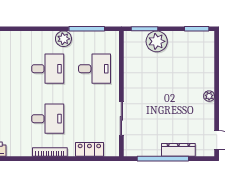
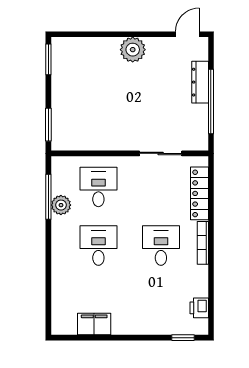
plant: (63, 39) -> (61, 205), moved
plant: (157, 41) -> (64, 109), removed
plant: (209, 96) -> (133, 50), width x1.88, depth x1.88
locker: (89, 149) -> (199, 193), width x1.53

